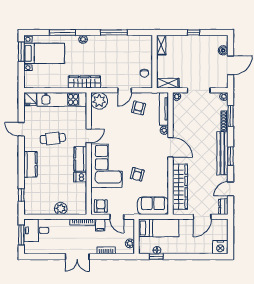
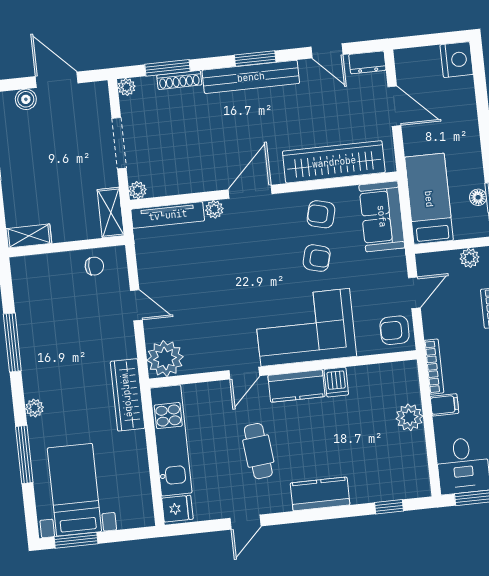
armchair: (139, 108) -> (321, 214), moved
door: (89, 136) -> (244, 373), swing flipped
filing cabinet: (100, 225) -> (445, 405), moved

